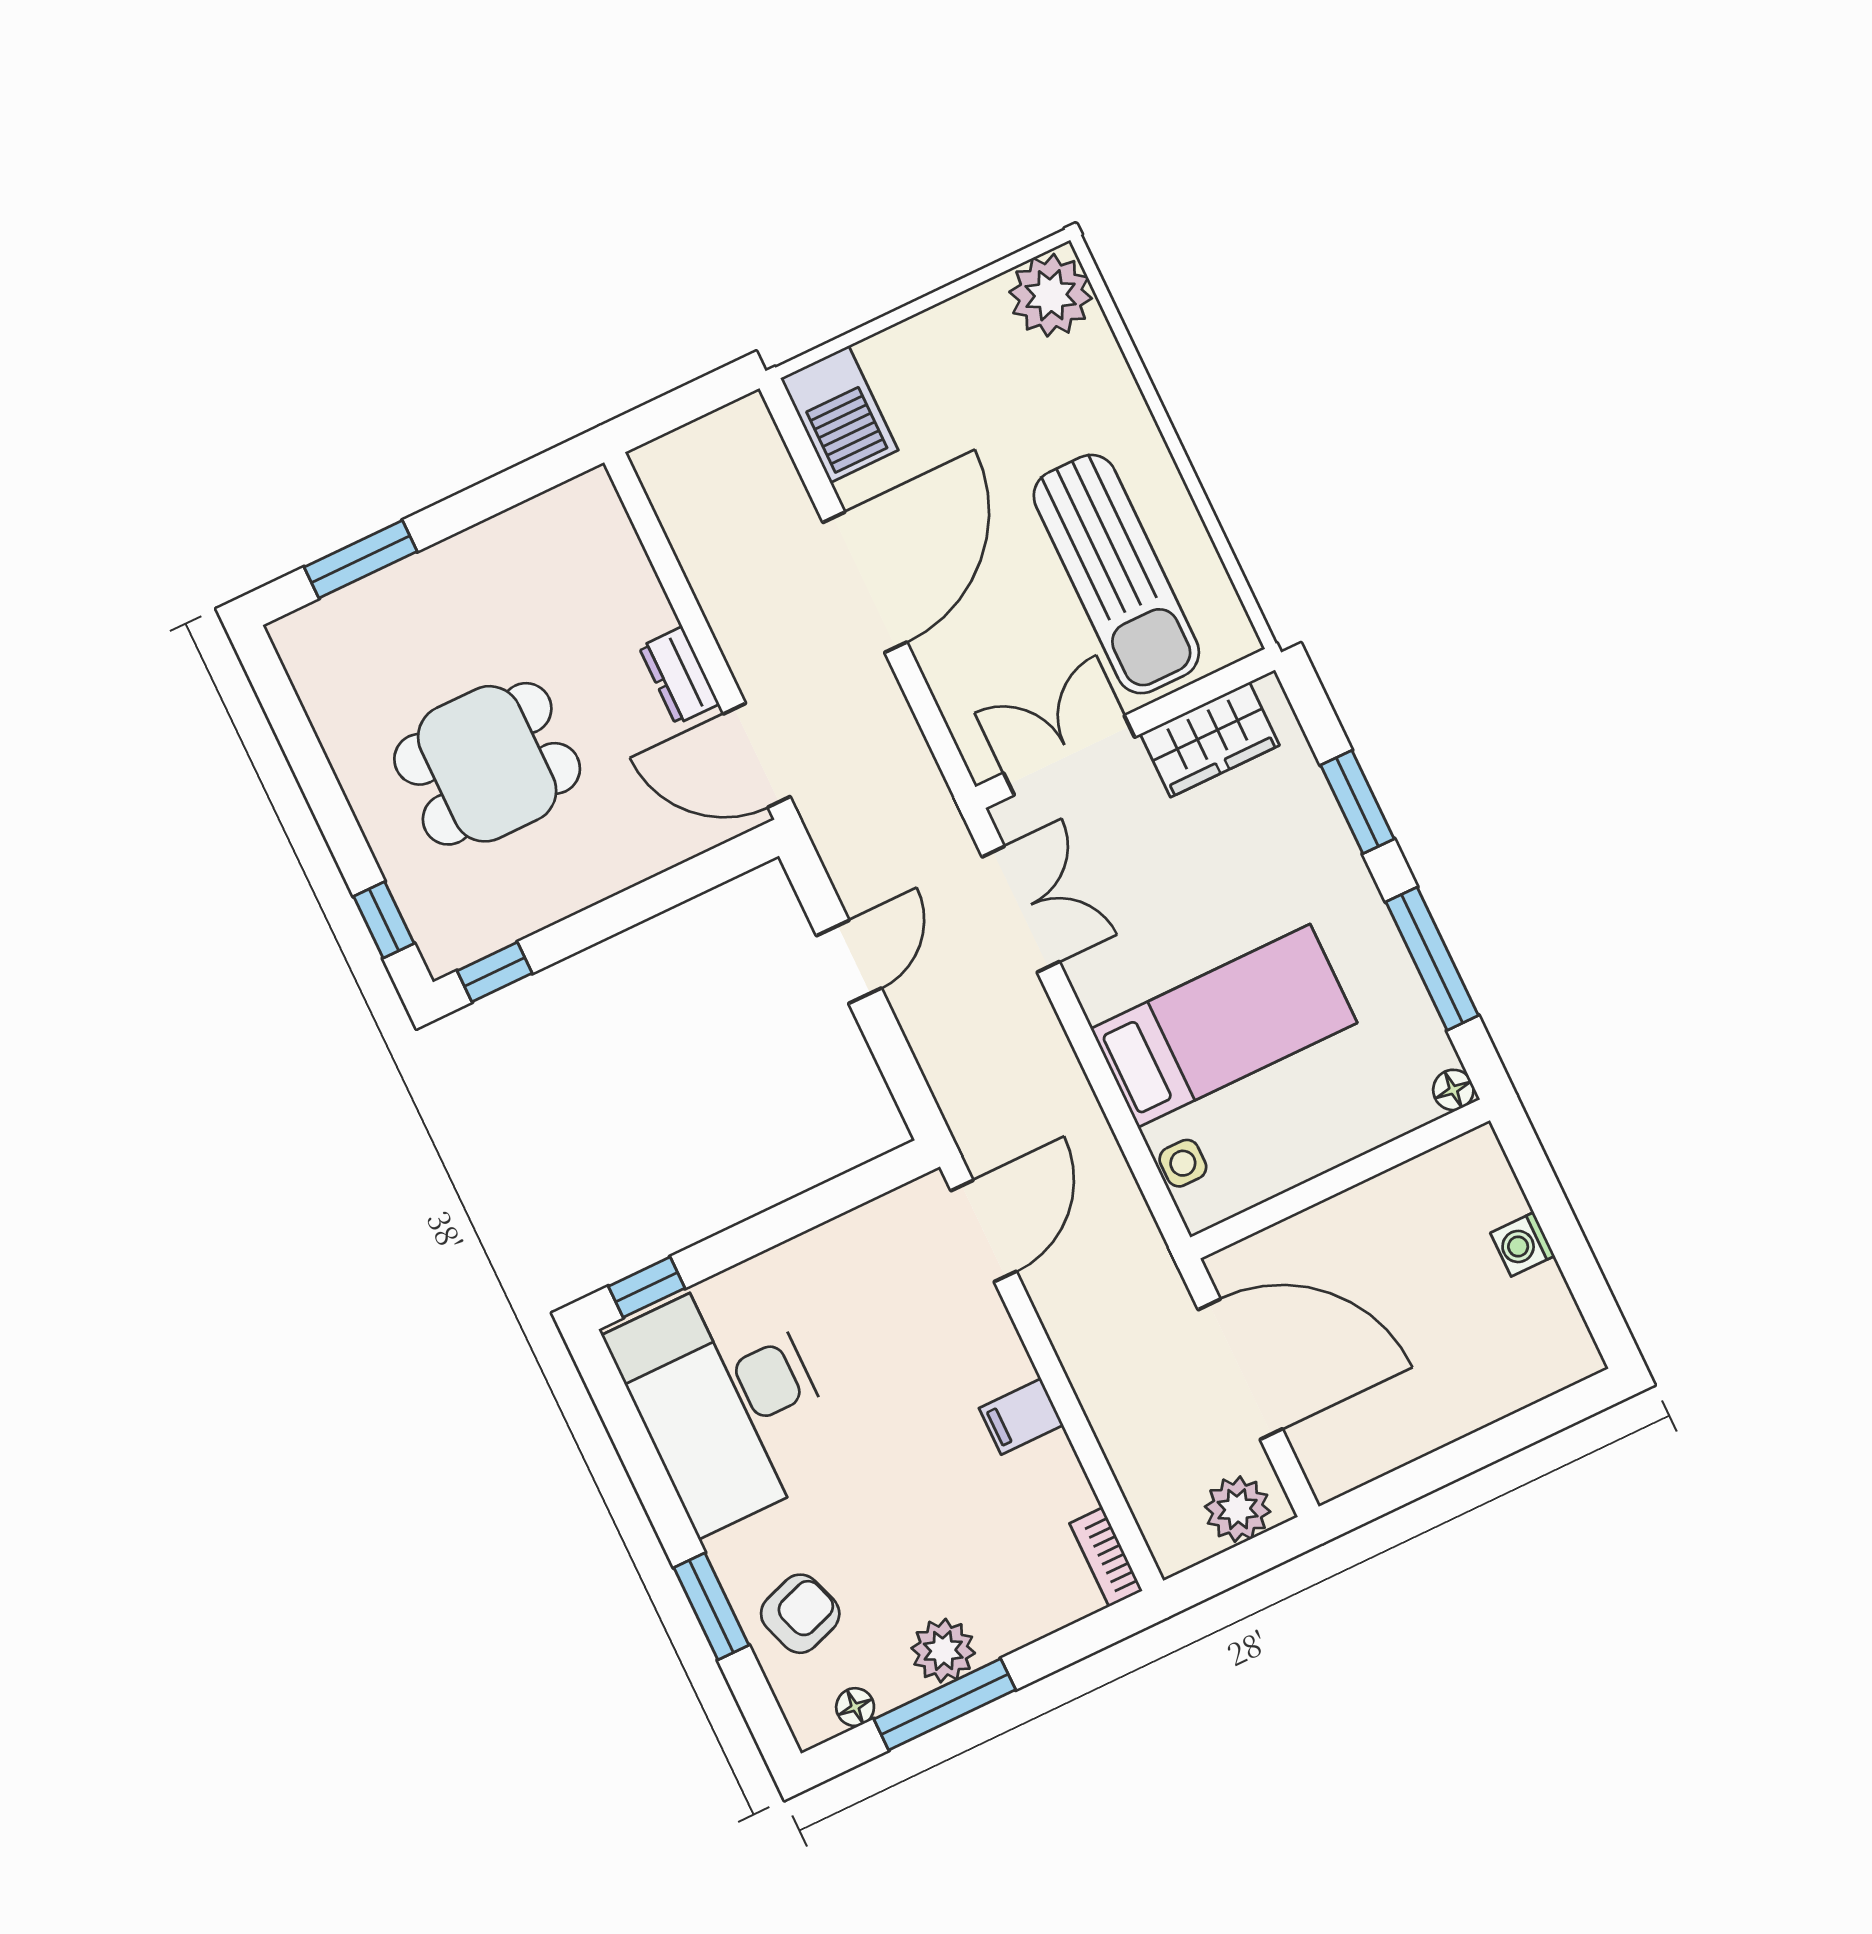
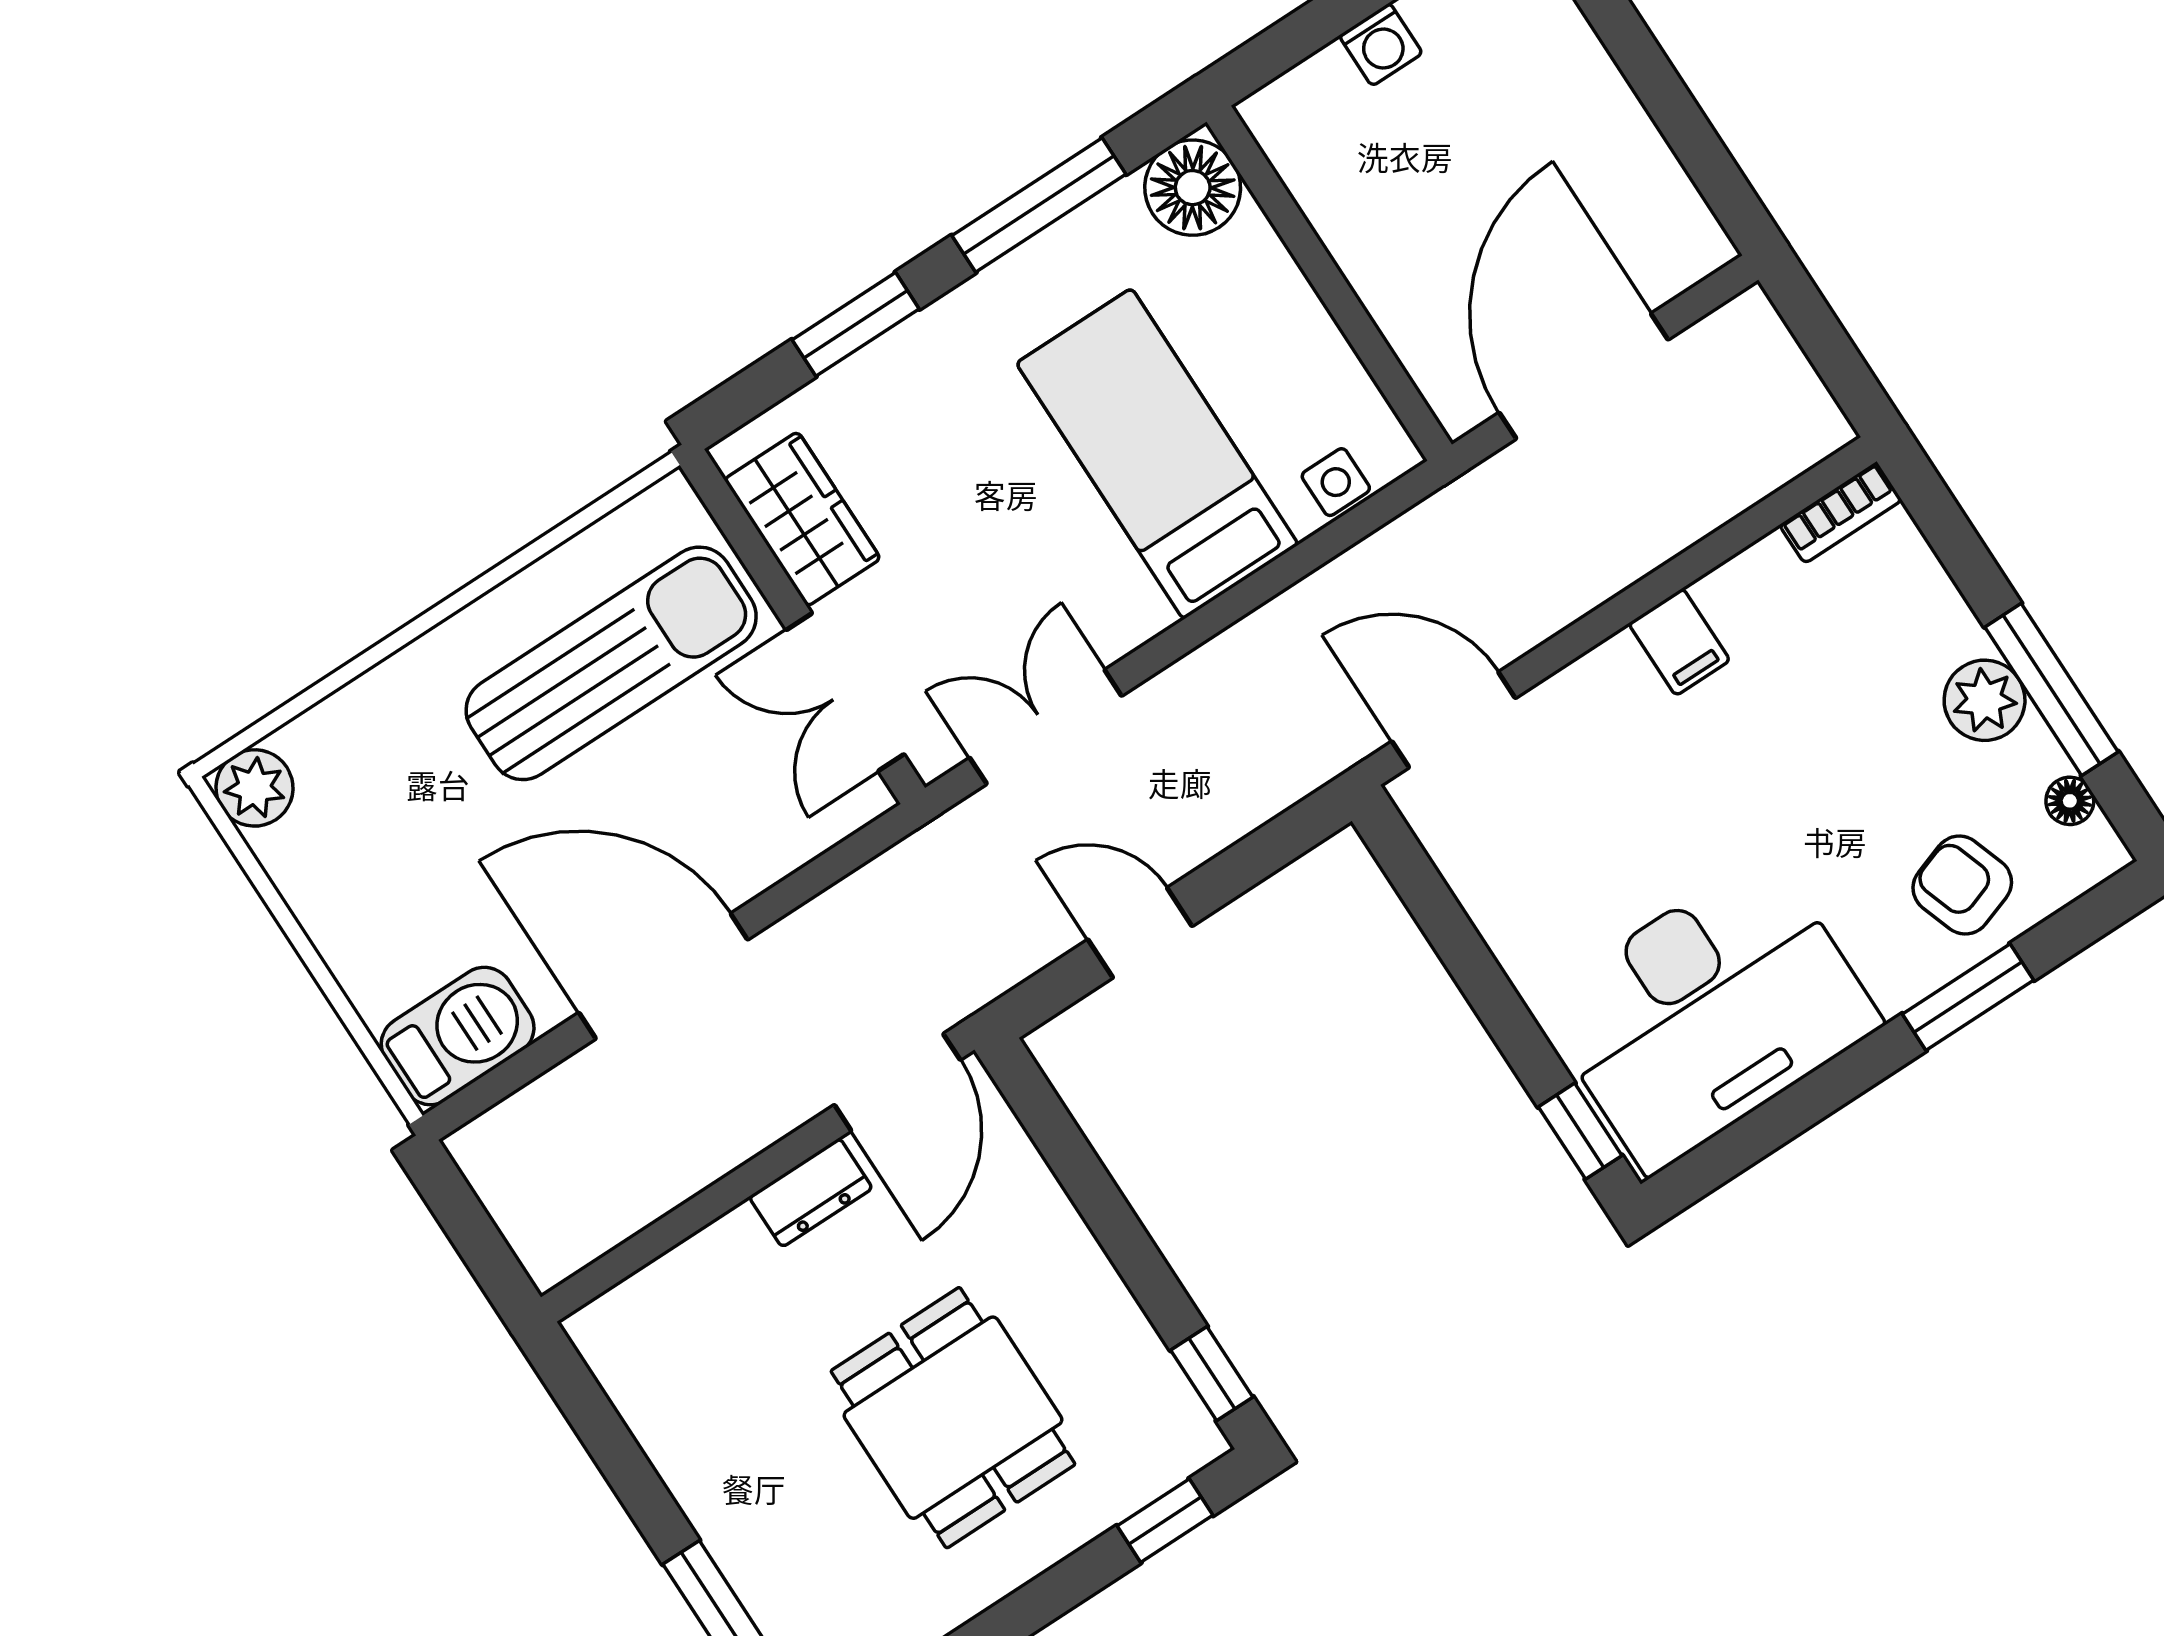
plant: (1051, 295) -> (254, 788), width x0.73, depth x0.73
floor lamp: (1453, 1090) -> (1193, 188), width x1.89, depth x1.89
plant: (1238, 1509) -> (1759, 356), removed

